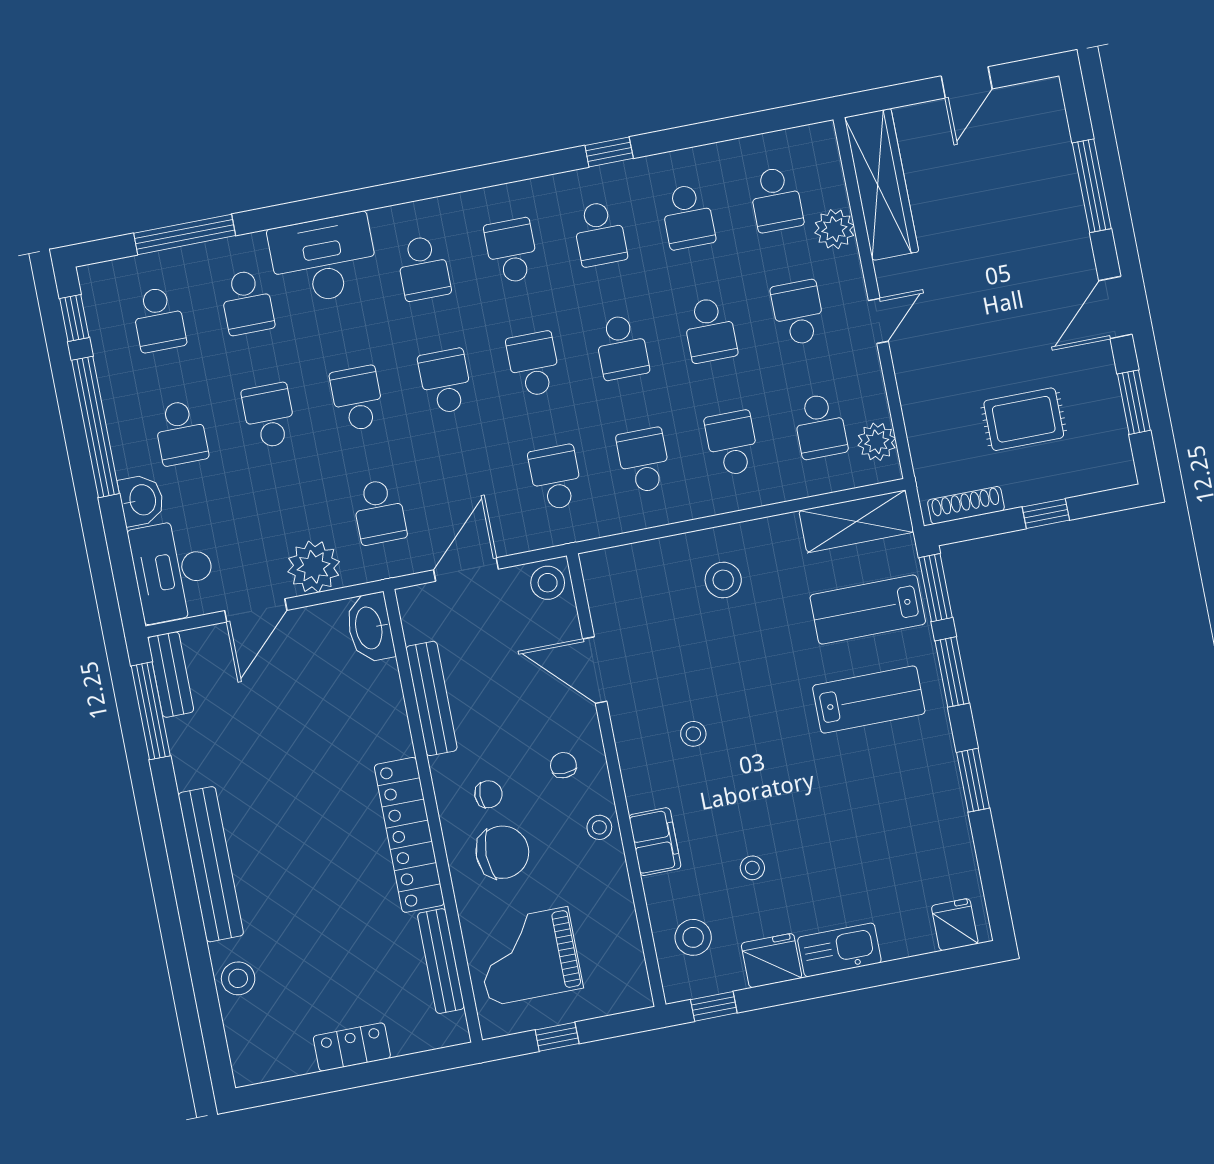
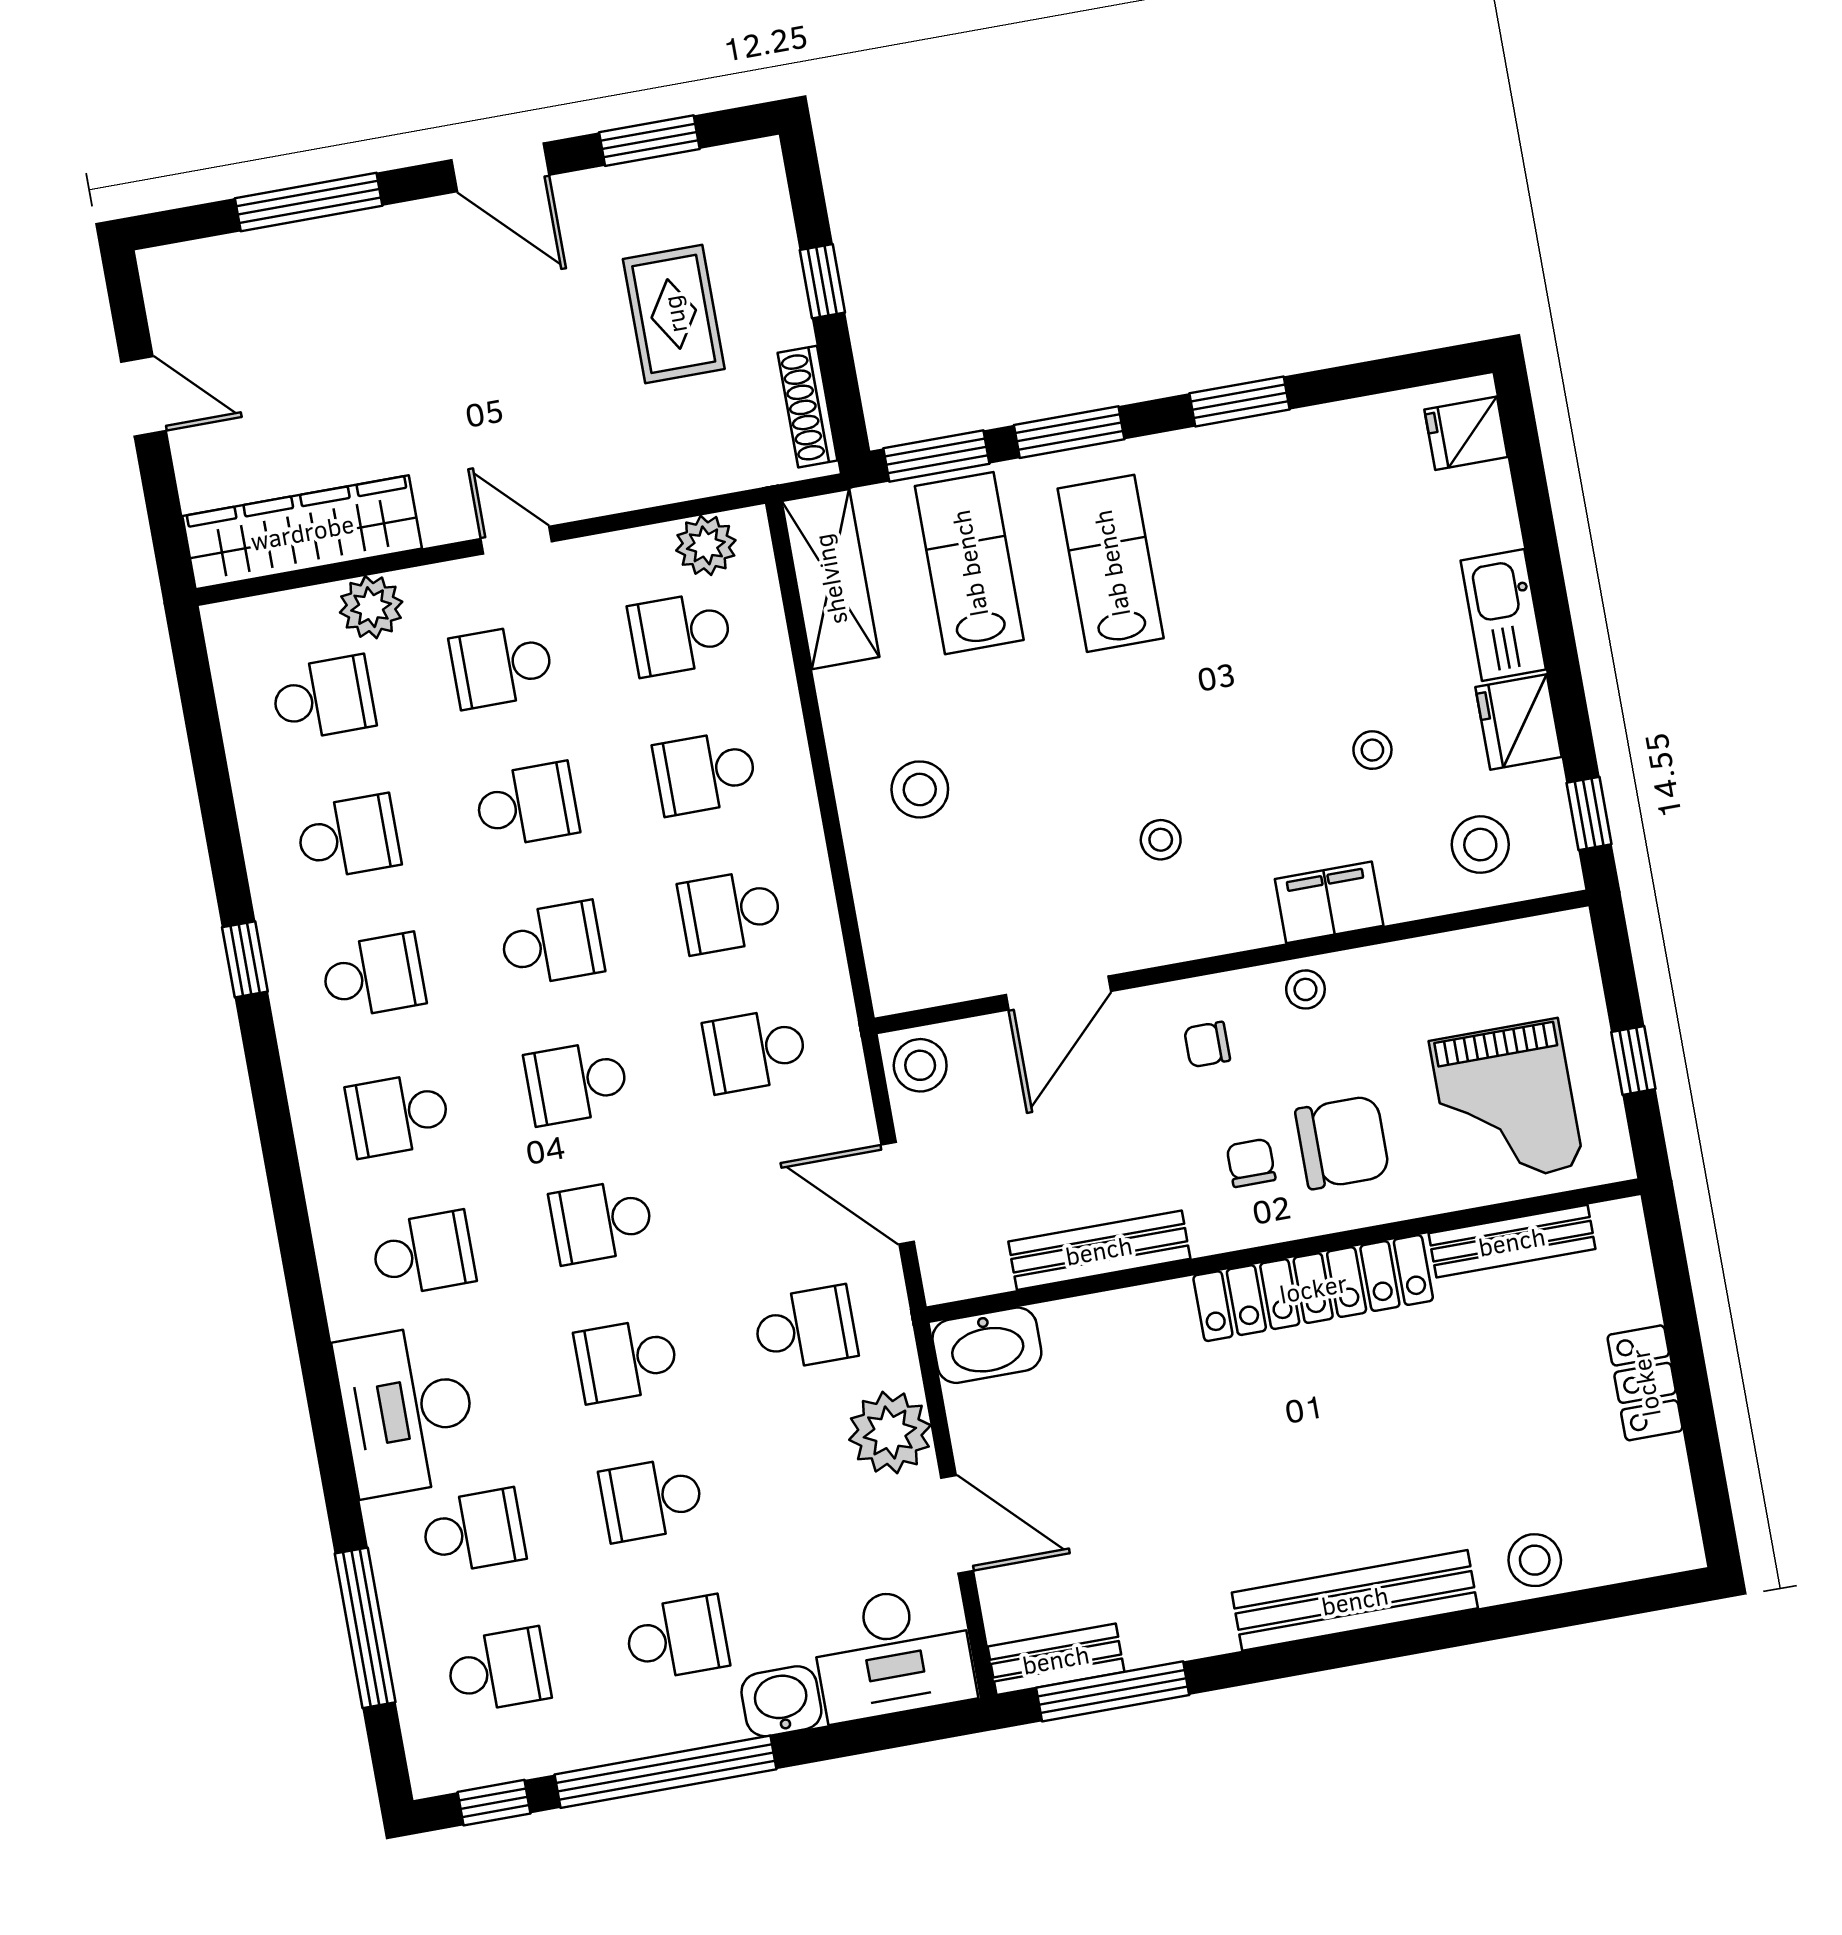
school desk: (820, 426) -> (680, 634), turned 180
lab bench: (868, 610) -> (969, 563), turned 180
chair: (502, 852) -> (1342, 1142), turned 90

